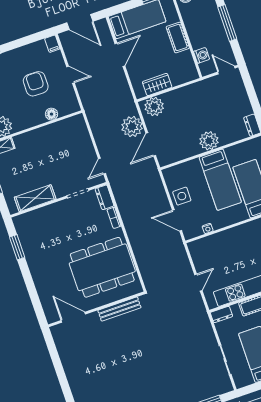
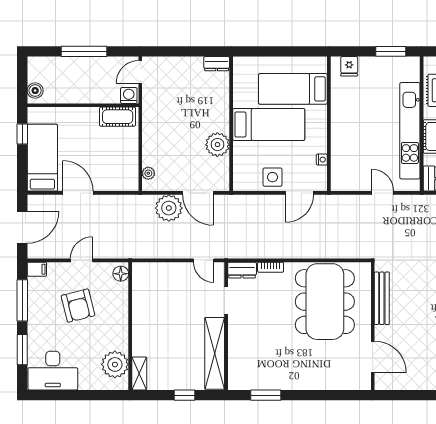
cot: (178, 37) -> (118, 117), moved
window: (25, 41) -> (22, 300), added
washing machine: (202, 55) -> (129, 96), moved
armchair: (36, 84) -> (78, 306), turned -104
wardrobe: (157, 84) -> (129, 161), removed
plant: (154, 107) -> (148, 173), width x0.53, depth x0.53
floor lamp: (51, 114) -> (121, 274), moved
plant: (209, 141) -> (217, 145), moved
shelving: (35, 198) -> (215, 353), width x1.47
door: (73, 317) -> (373, 357), swing flipped

